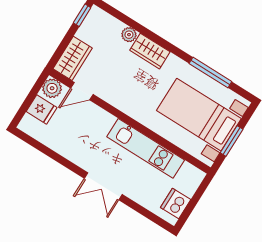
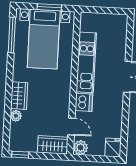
window: (210, 73) -> (12, 35), moved
fridge: (42, 109) -> (113, 148), moved
dishwasher: (176, 203) -> (84, 102), moved, turned -90

